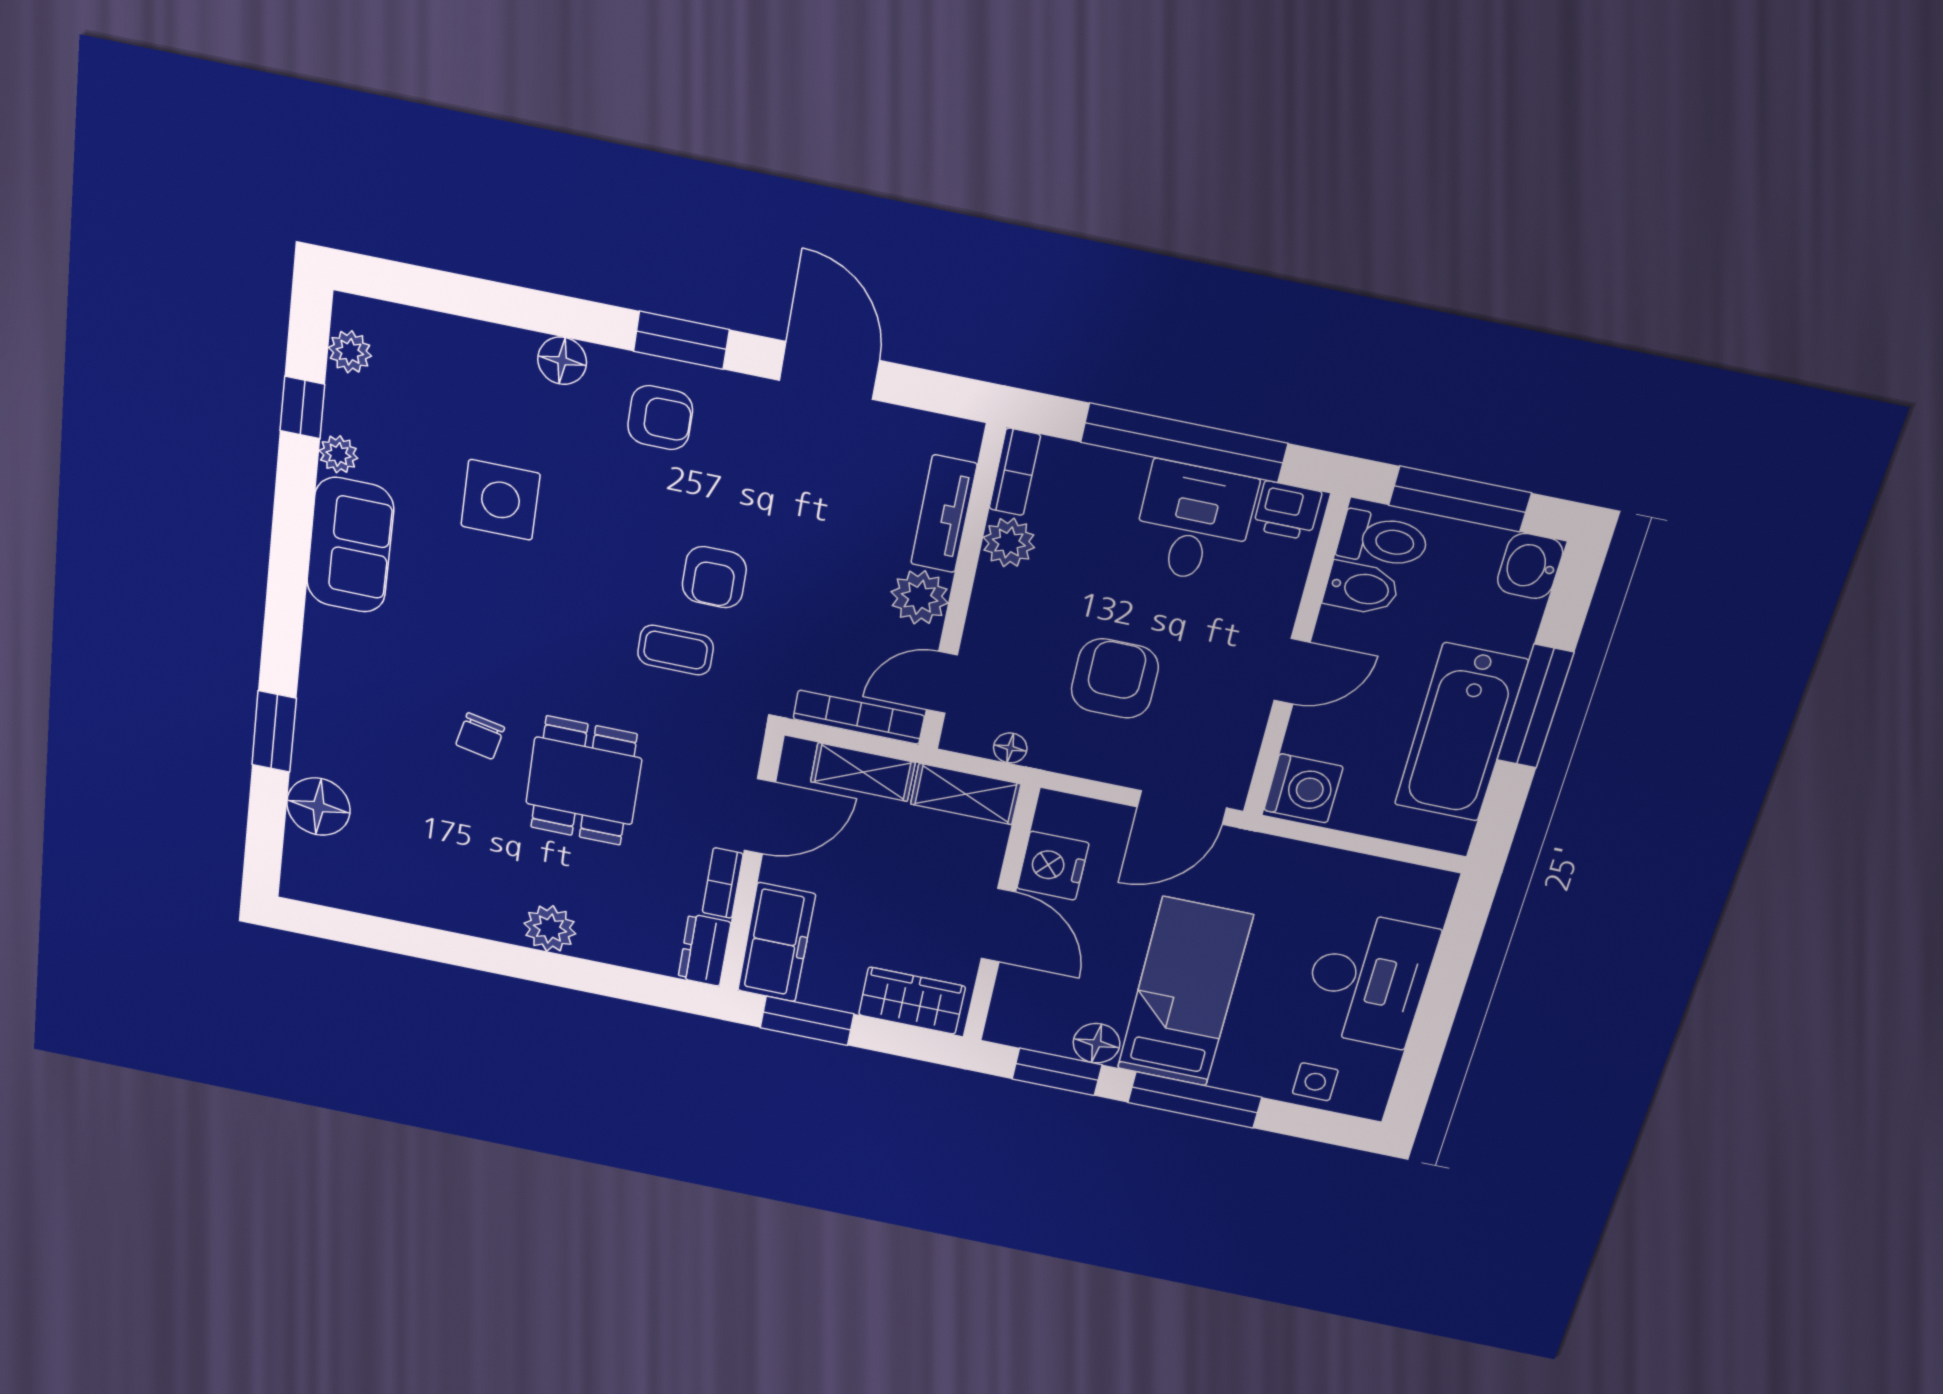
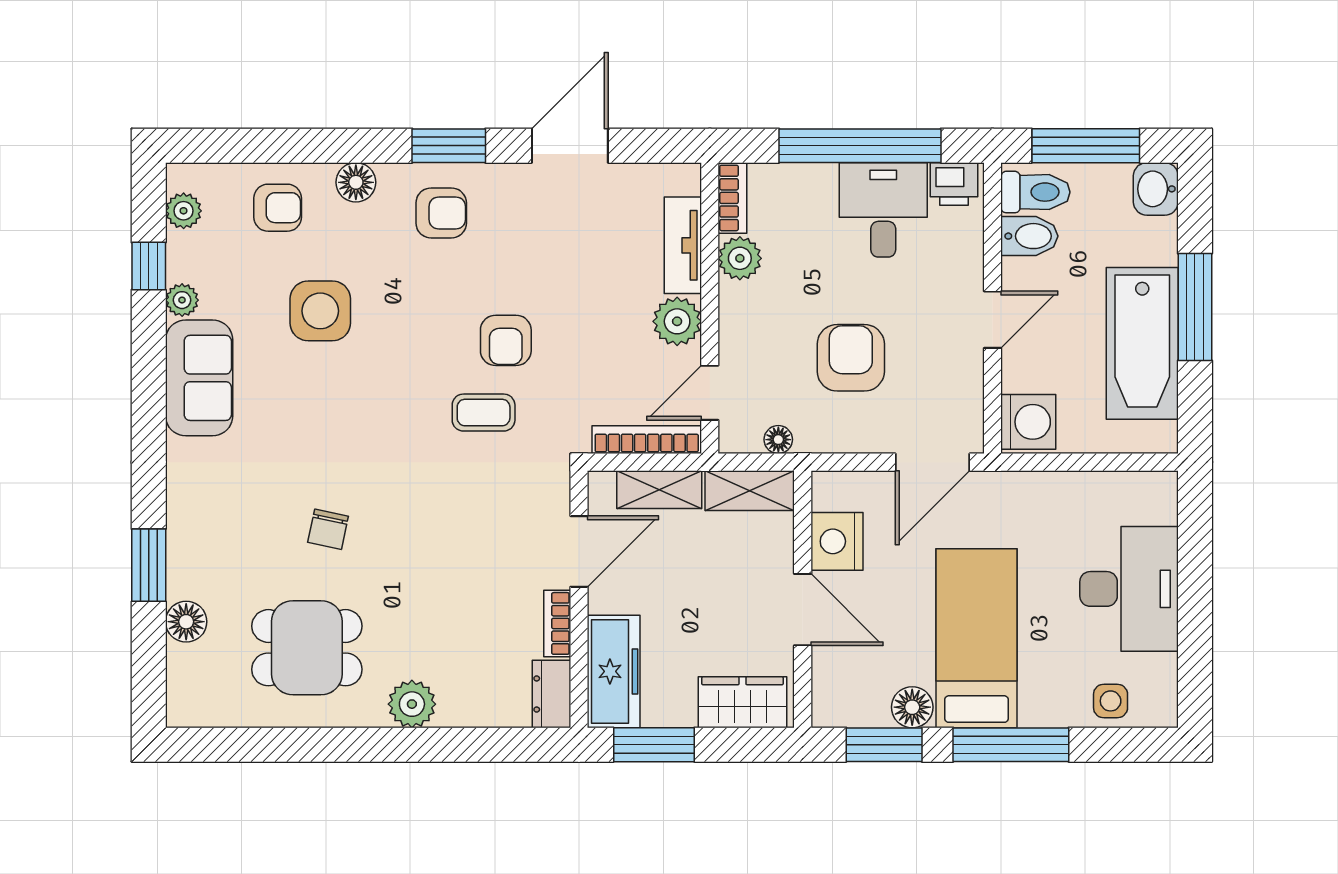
door: (829, 370) -> (570, 146), hinge flipped
armchair: (464, 371) -> (278, 208), added
dining table: (584, 781) -> (307, 648), moved, turned 90
floor lamp: (318, 807) -> (186, 622), width x0.73, depth x0.73

